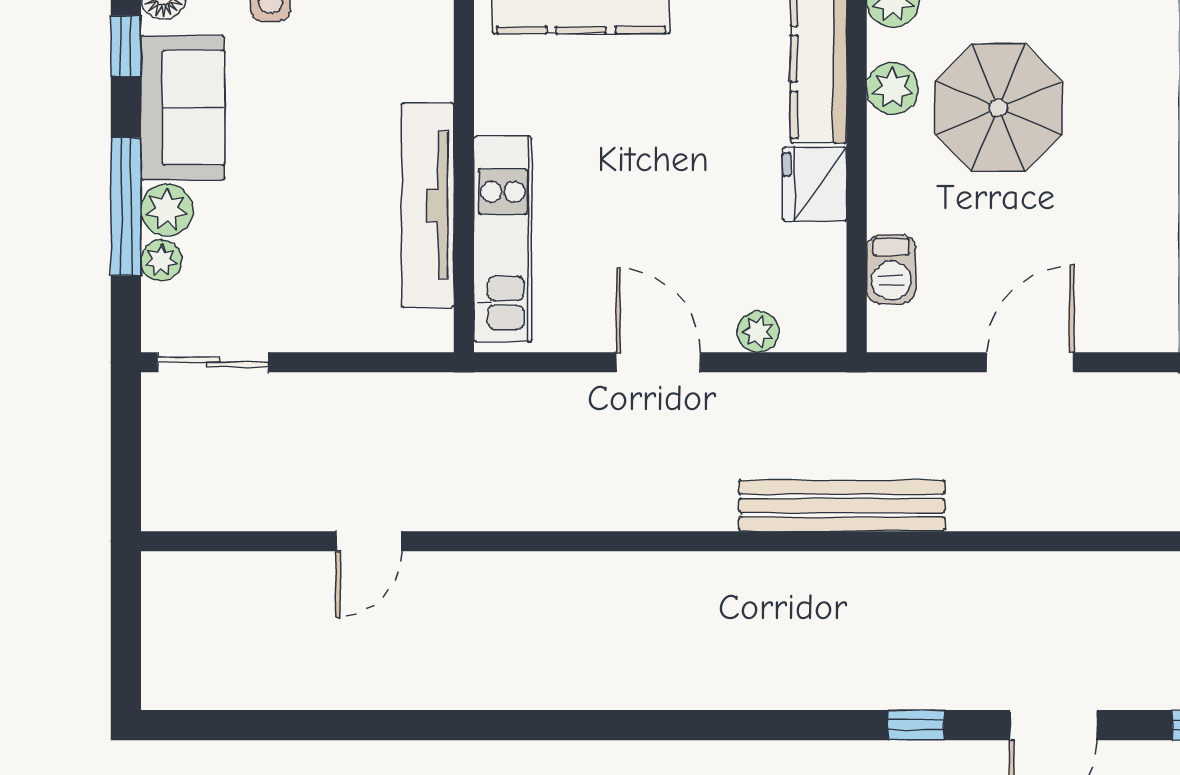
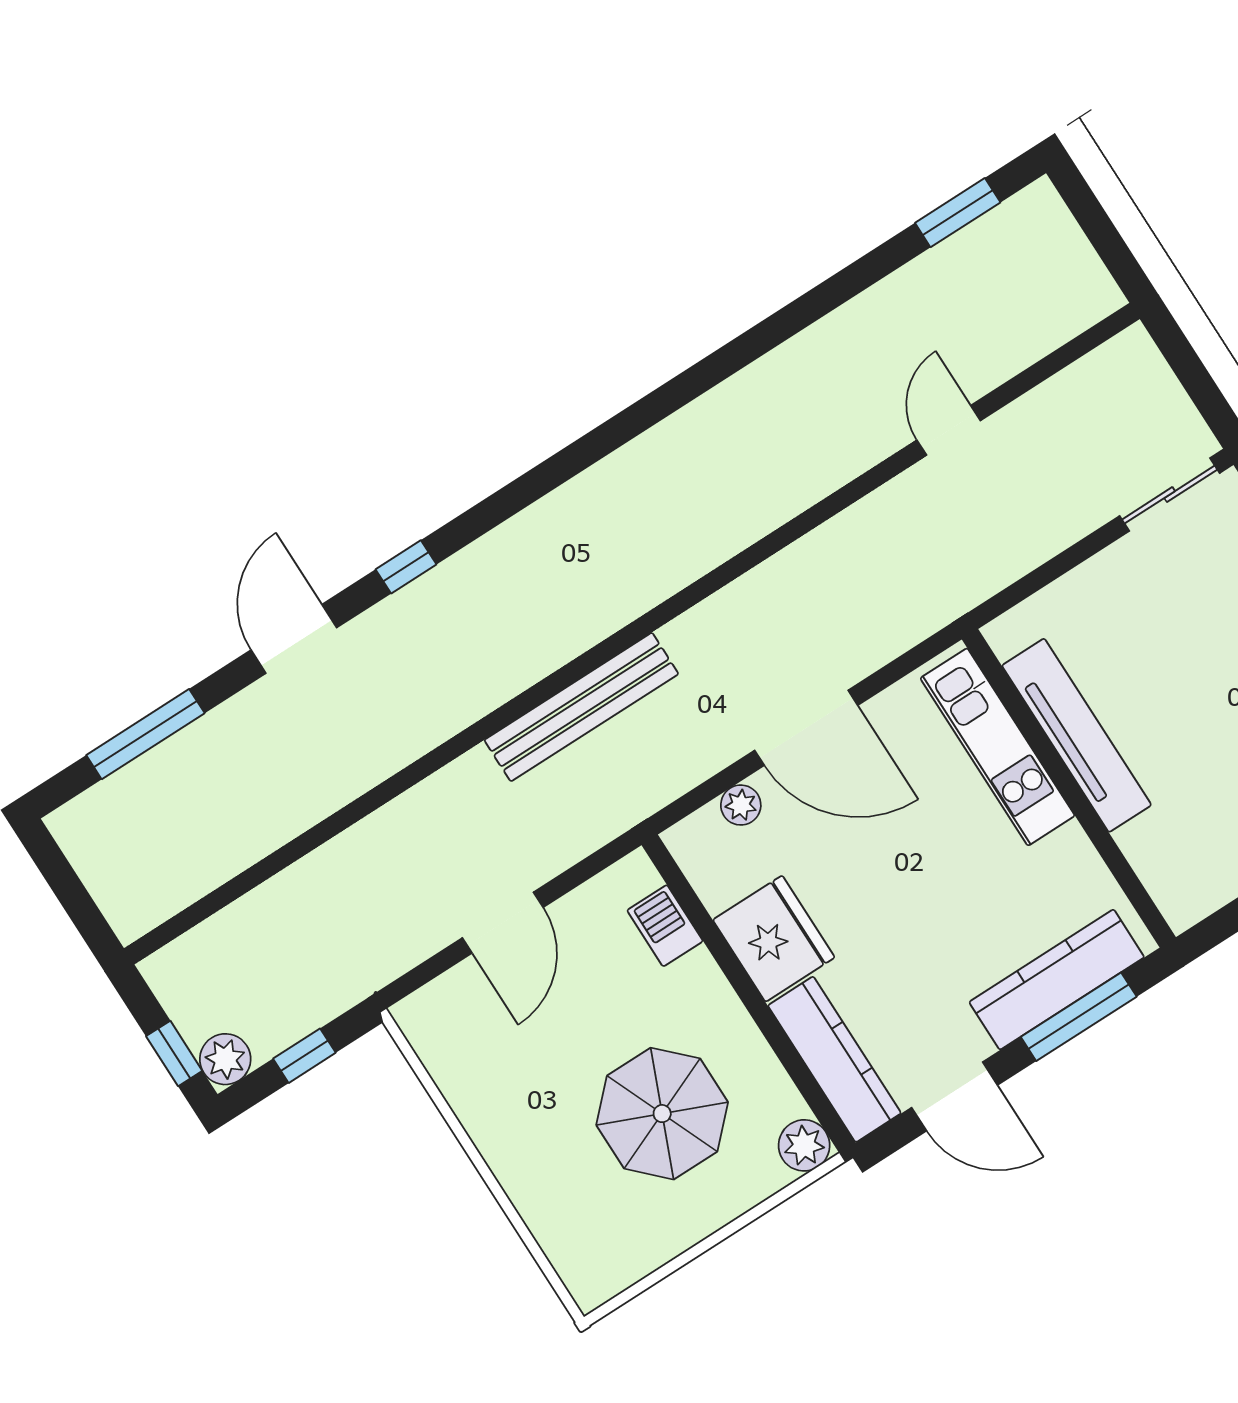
plant: (892, 88) -> (759, 1074), removed
fridge: (815, 184) -> (774, 939), width x1.36, depth x1.34
door: (658, 362) -> (806, 728), width x1.36
window: (240, 725) -> (958, 213), added

